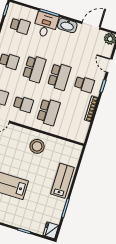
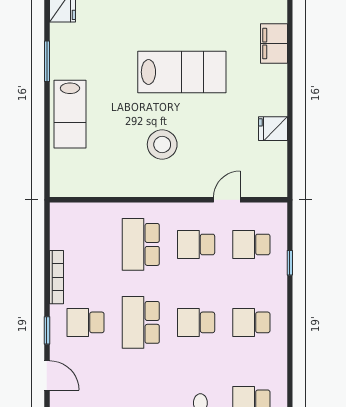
school desk: (34, 69) -> (196, 322), width x0.54
stool: (37, 146) -> (162, 144), moved

